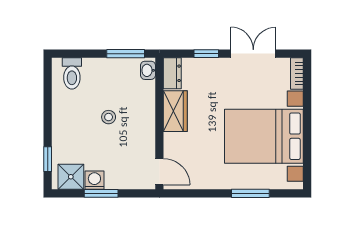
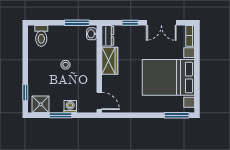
double door: (253, 54) -> (161, 23), swing flipped
washing machine: (94, 180) -> (70, 106), moved
window: (250, 193) -> (177, 115), moved

